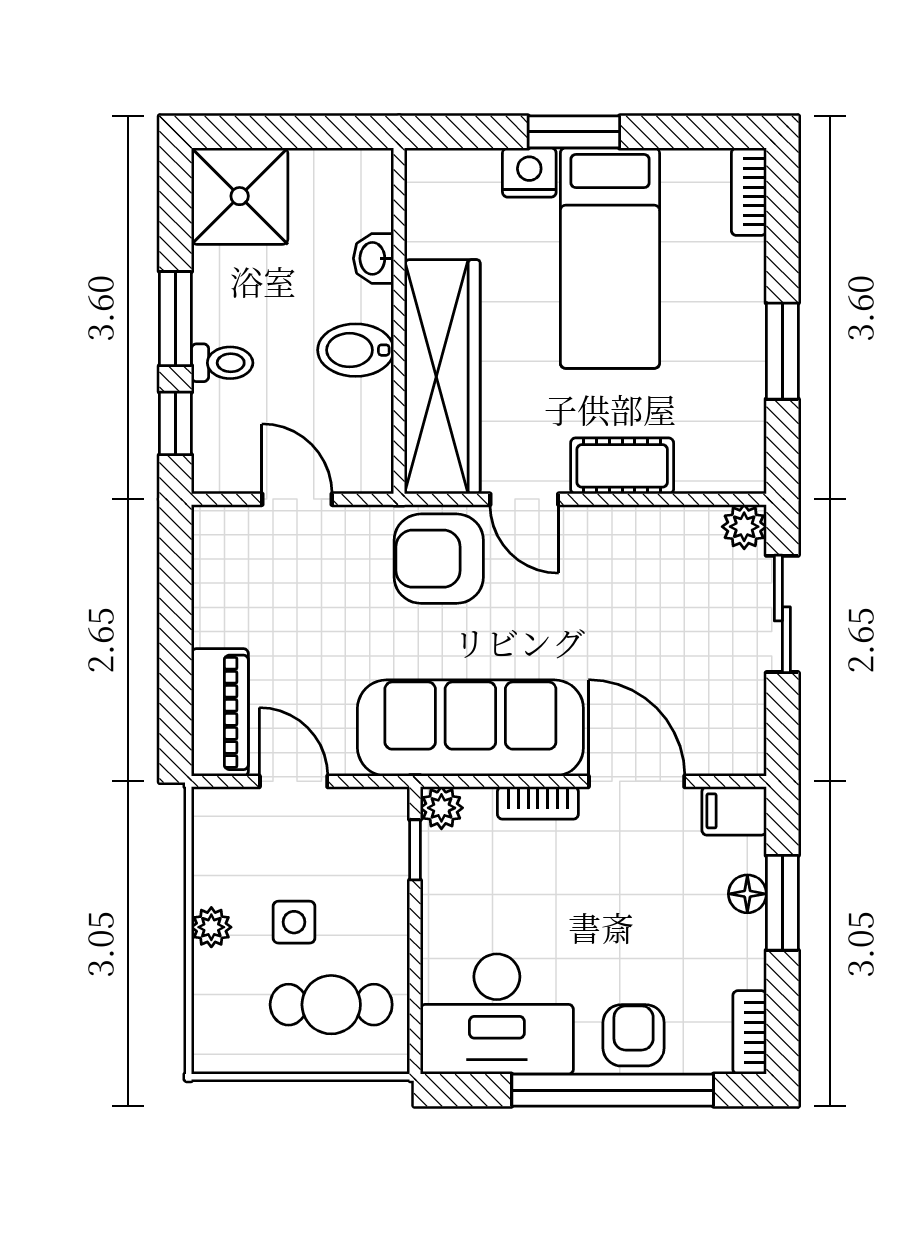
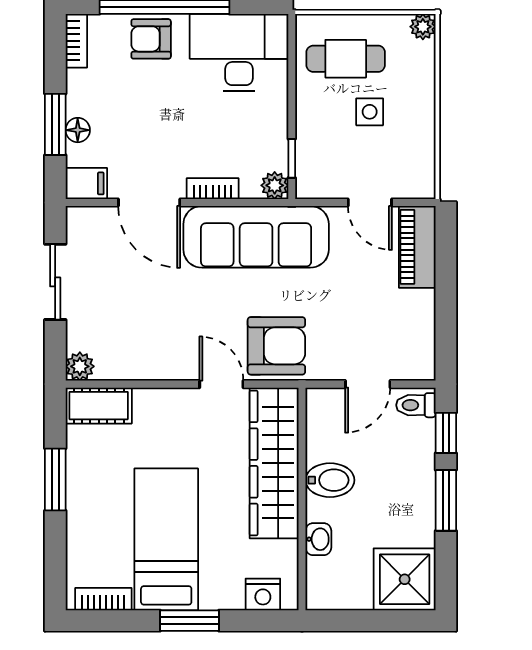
nightstand: (529, 173) -> (263, 594), moved
bookcase: (749, 192) -> (103, 599), moved, turned -90
toilet: (222, 363) -> (416, 405), moved
cot: (622, 466) -> (99, 406), moved
door: (297, 499) -> (368, 384), hinge flipped
sliding door: (782, 614) -> (55, 282), moved
plant: (211, 927) -> (423, 27), moved
armchair: (634, 1035) -> (151, 39), turned 90

